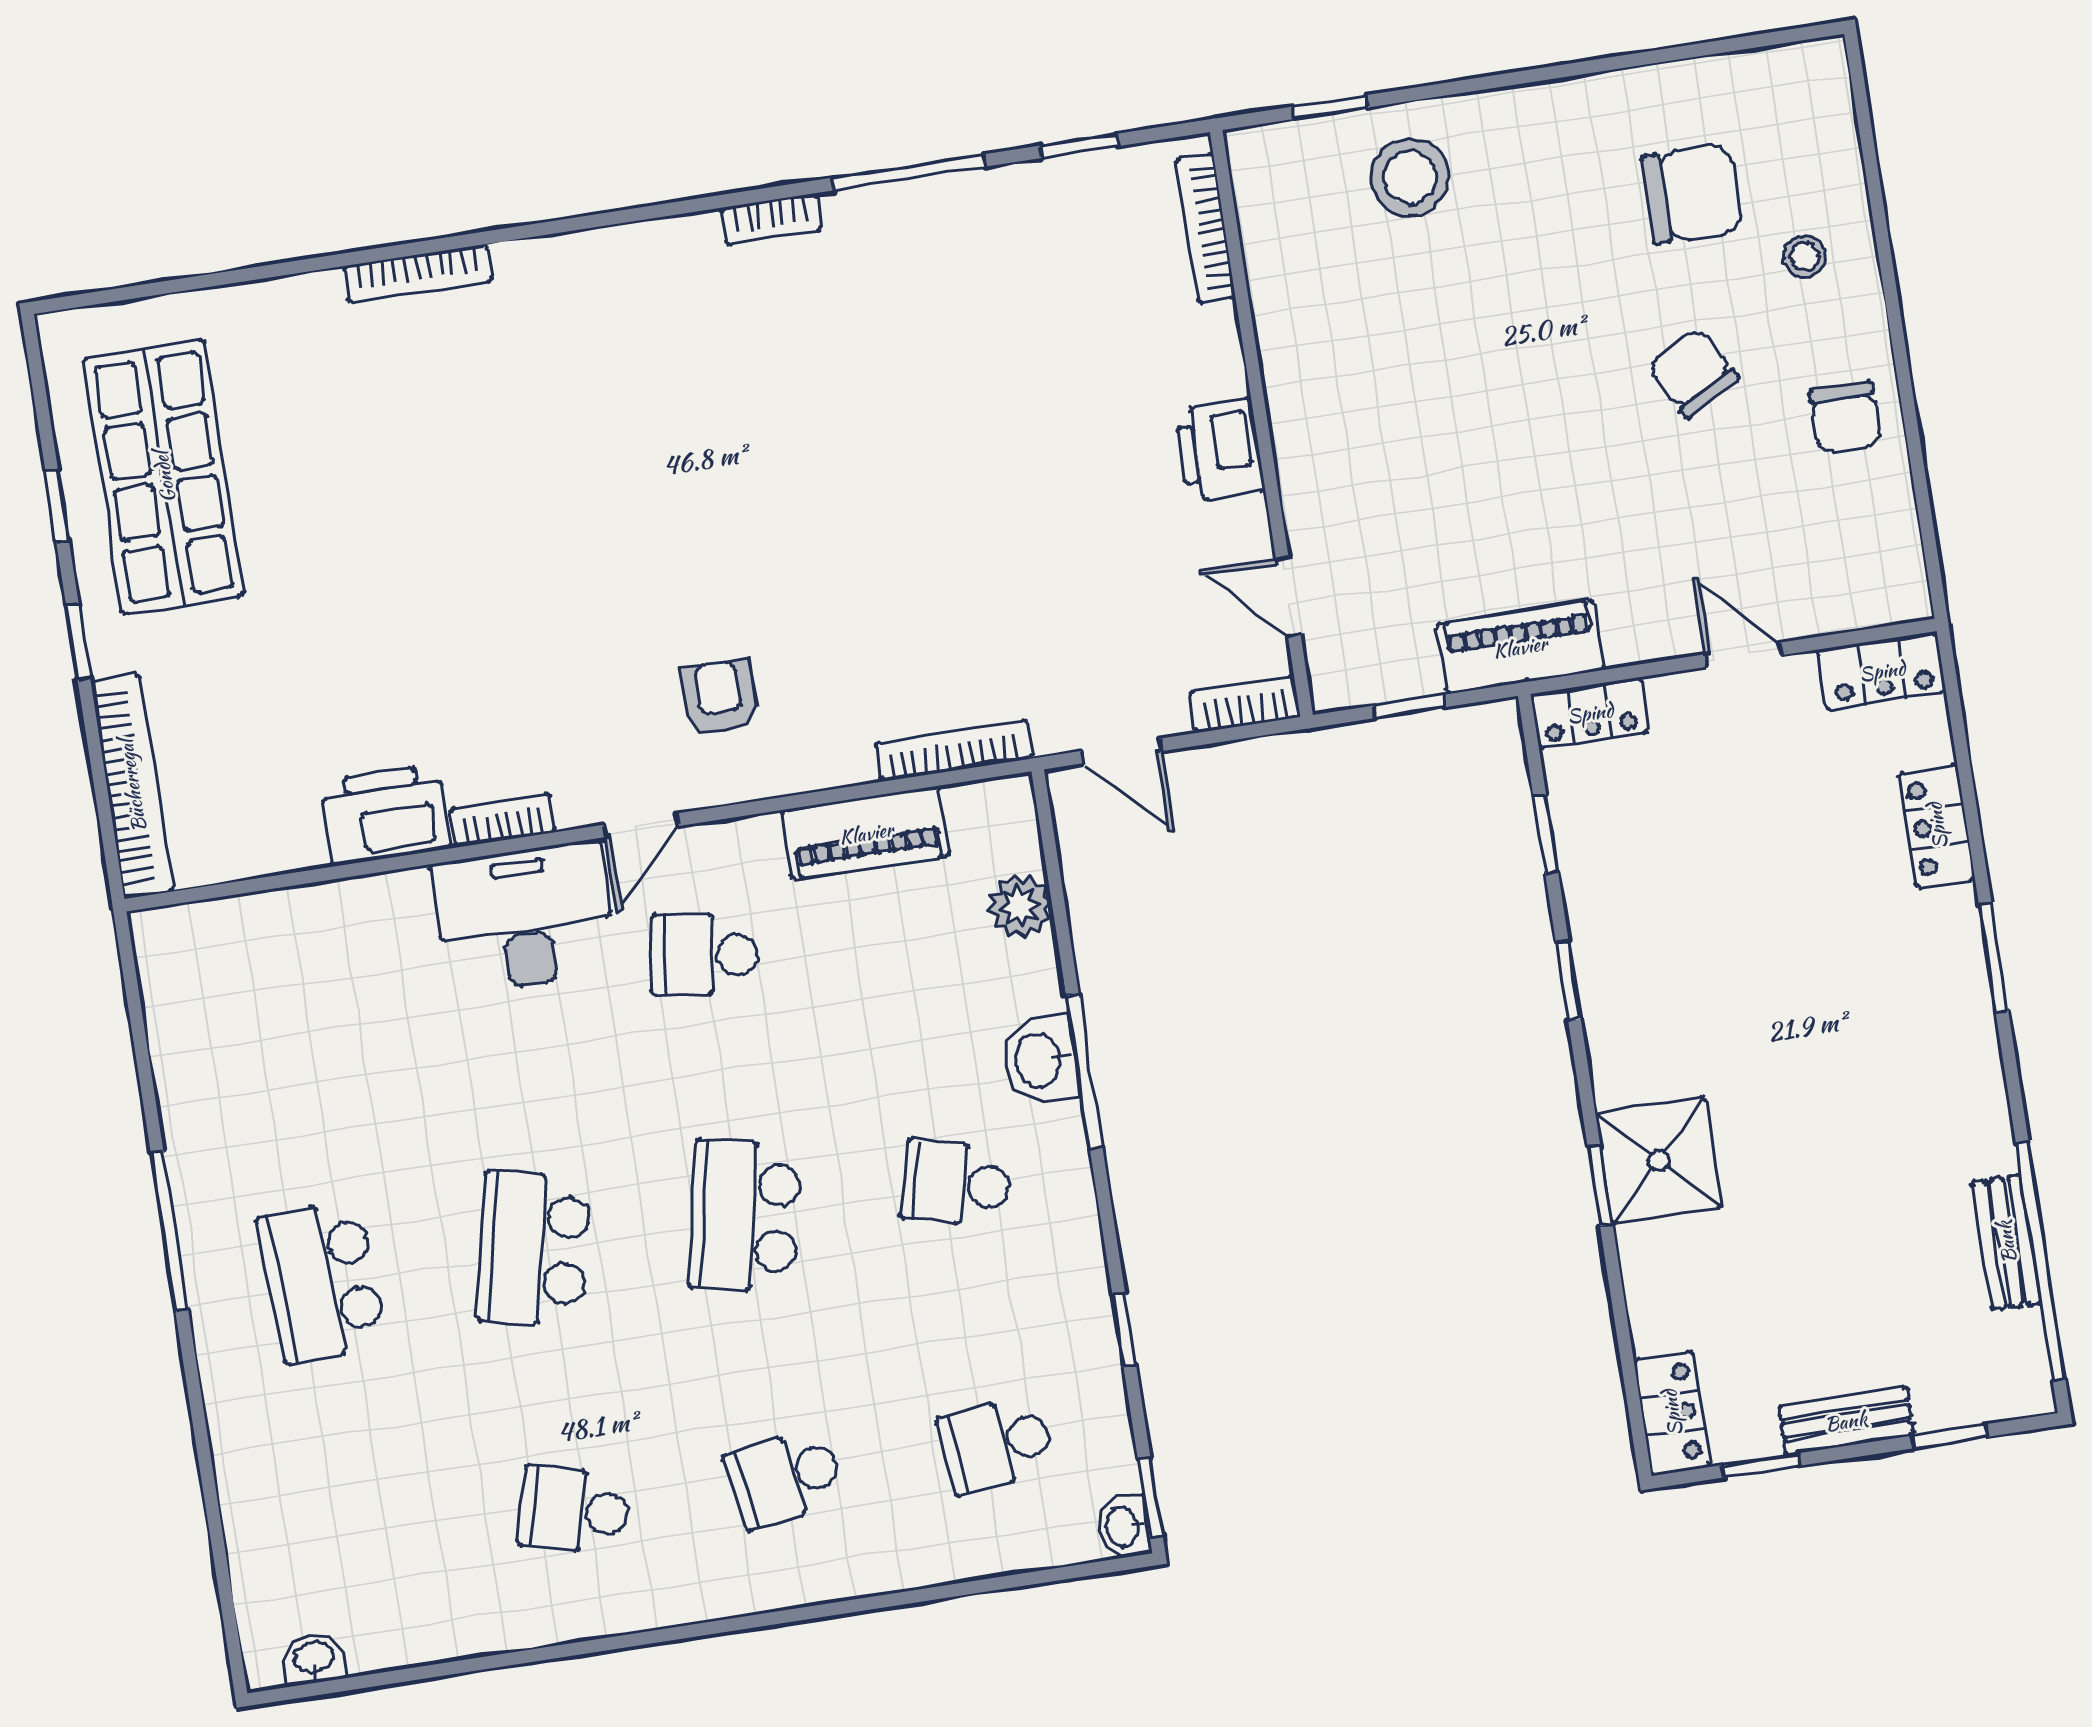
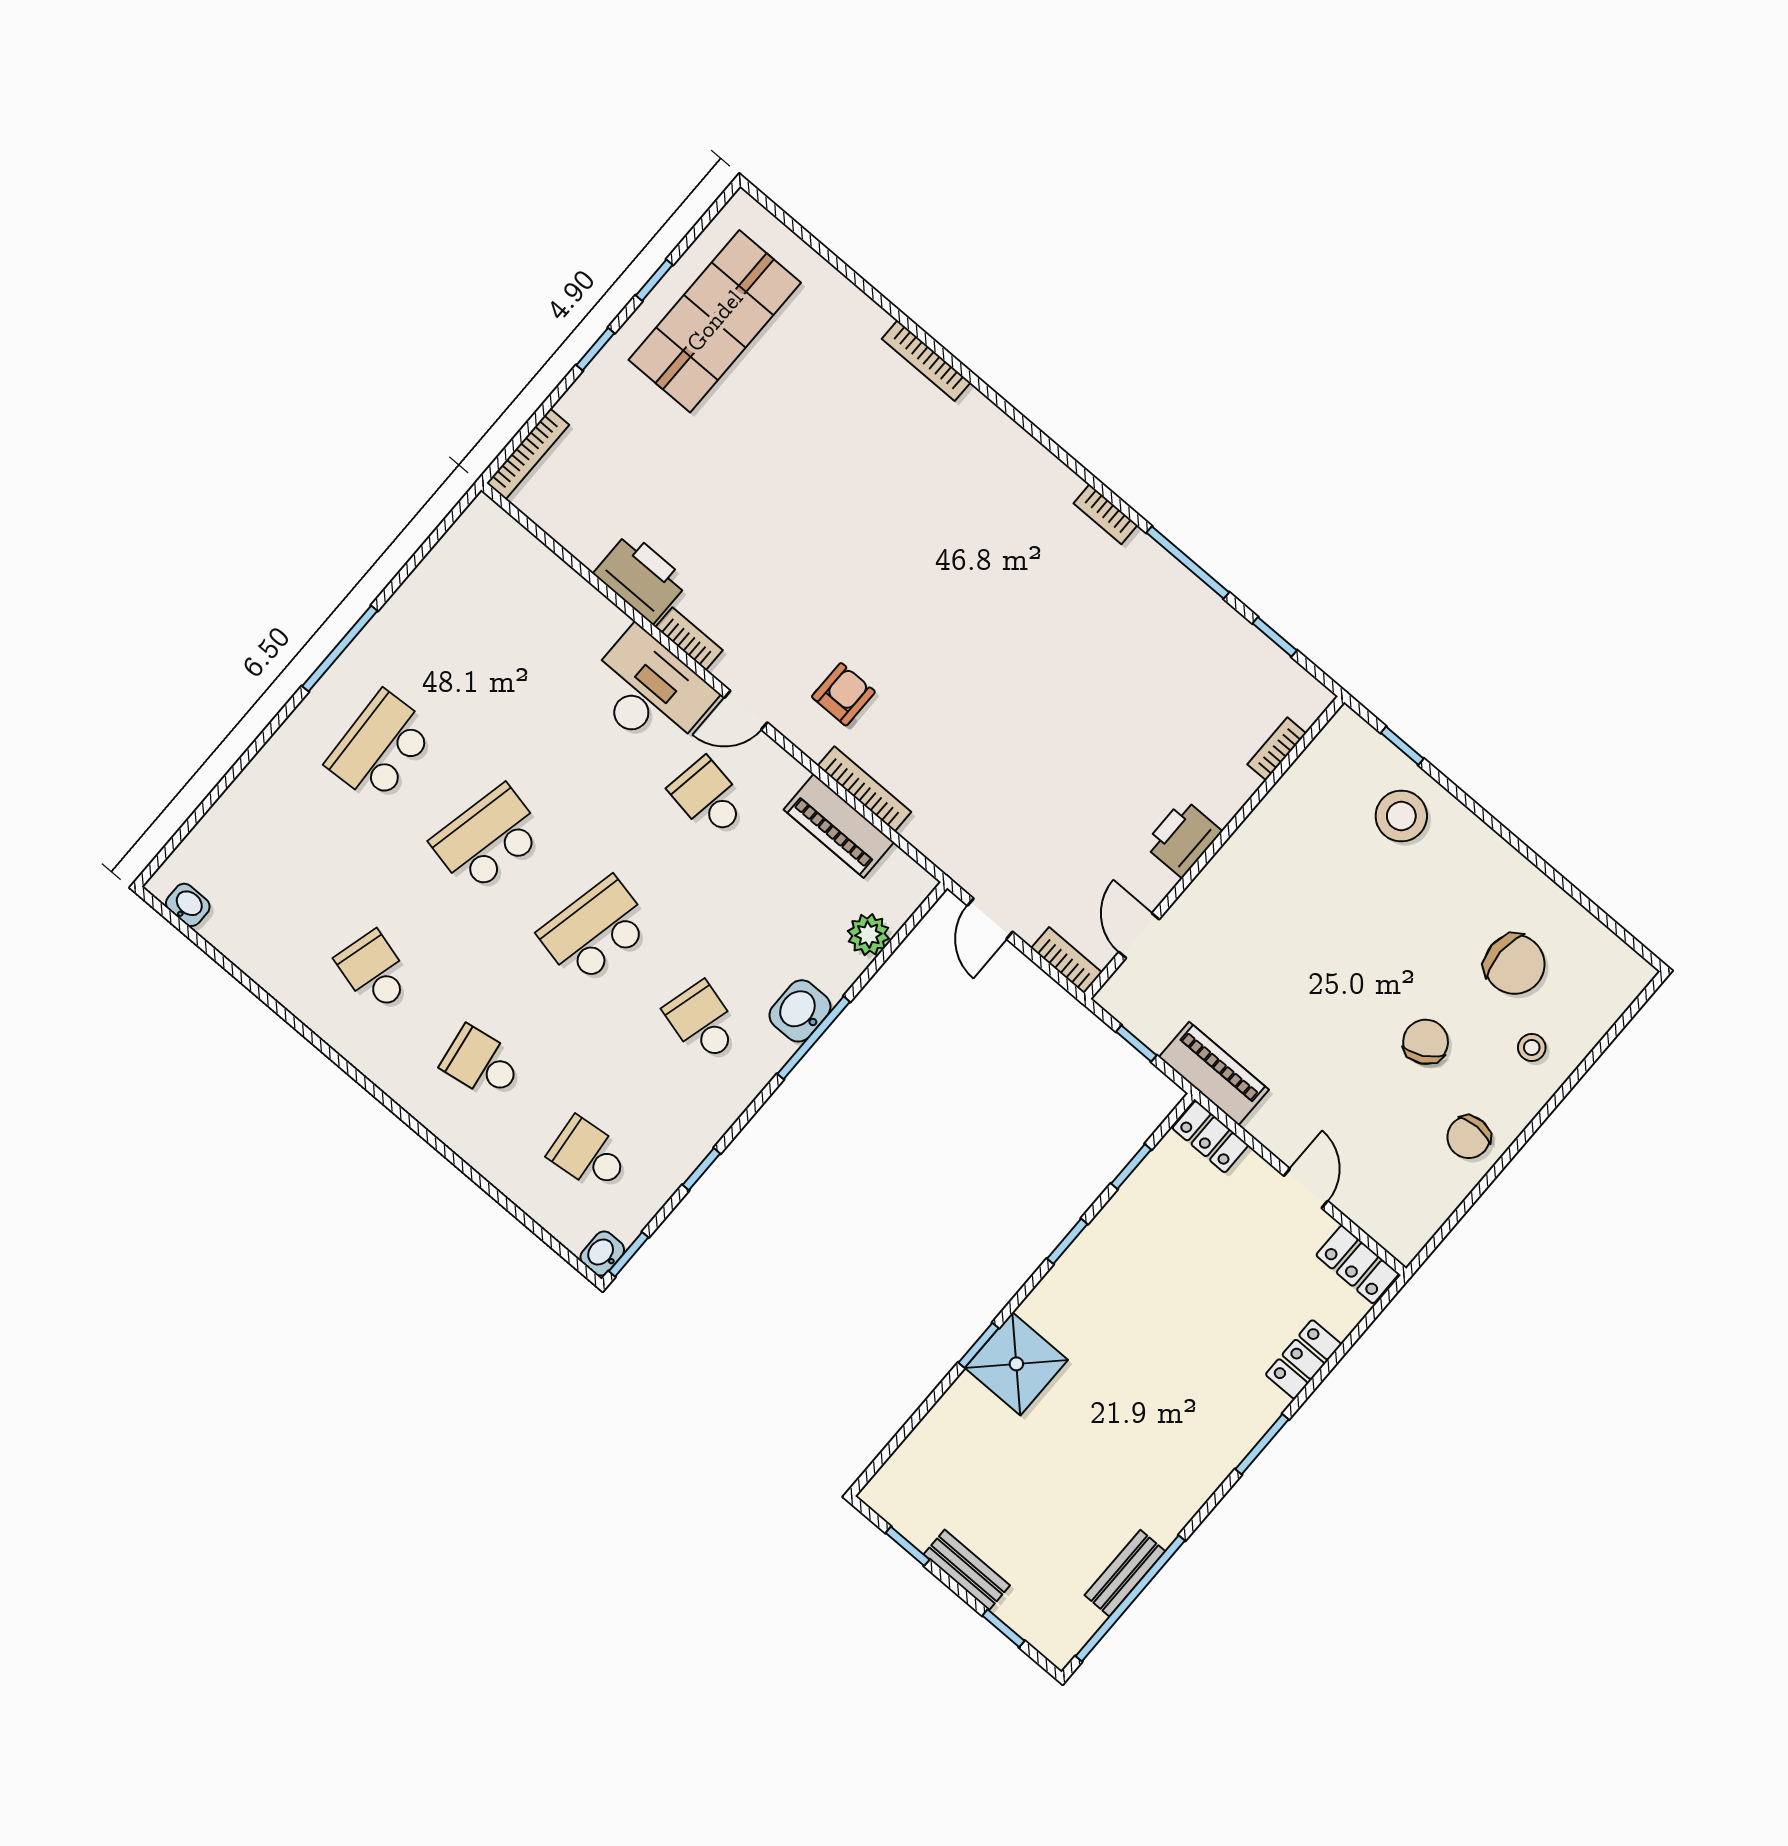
bookcase: (1206, 228) -> (1277, 749), width x0.64
bookcase: (954, 751) -> (864, 789), moved
bookcase: (132, 786) -> (528, 454), width x0.68, depth x0.76
locker: (1672, 1413) -> (895, 1479), removed

